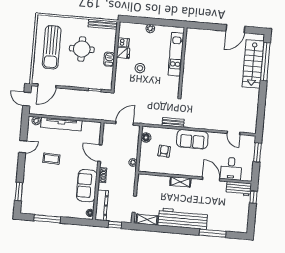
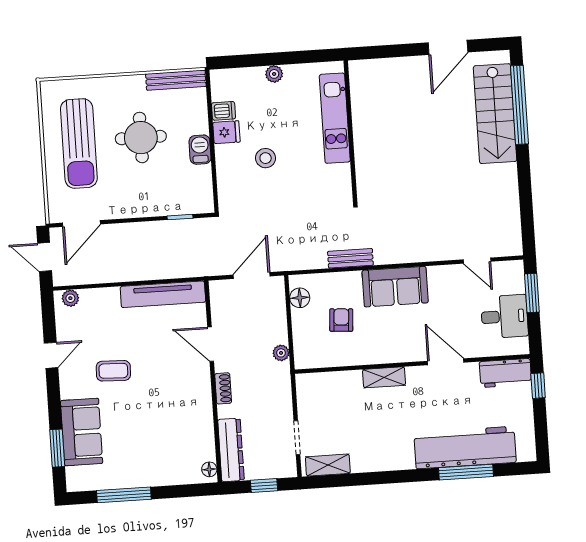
tv unit: (61, 124) -> (163, 294), moved
desk: (231, 169) -> (504, 316), moved, turned -90
sofa: (87, 186) -> (82, 432), moved, turned 180
workbench: (183, 219) -> (465, 448), moved

